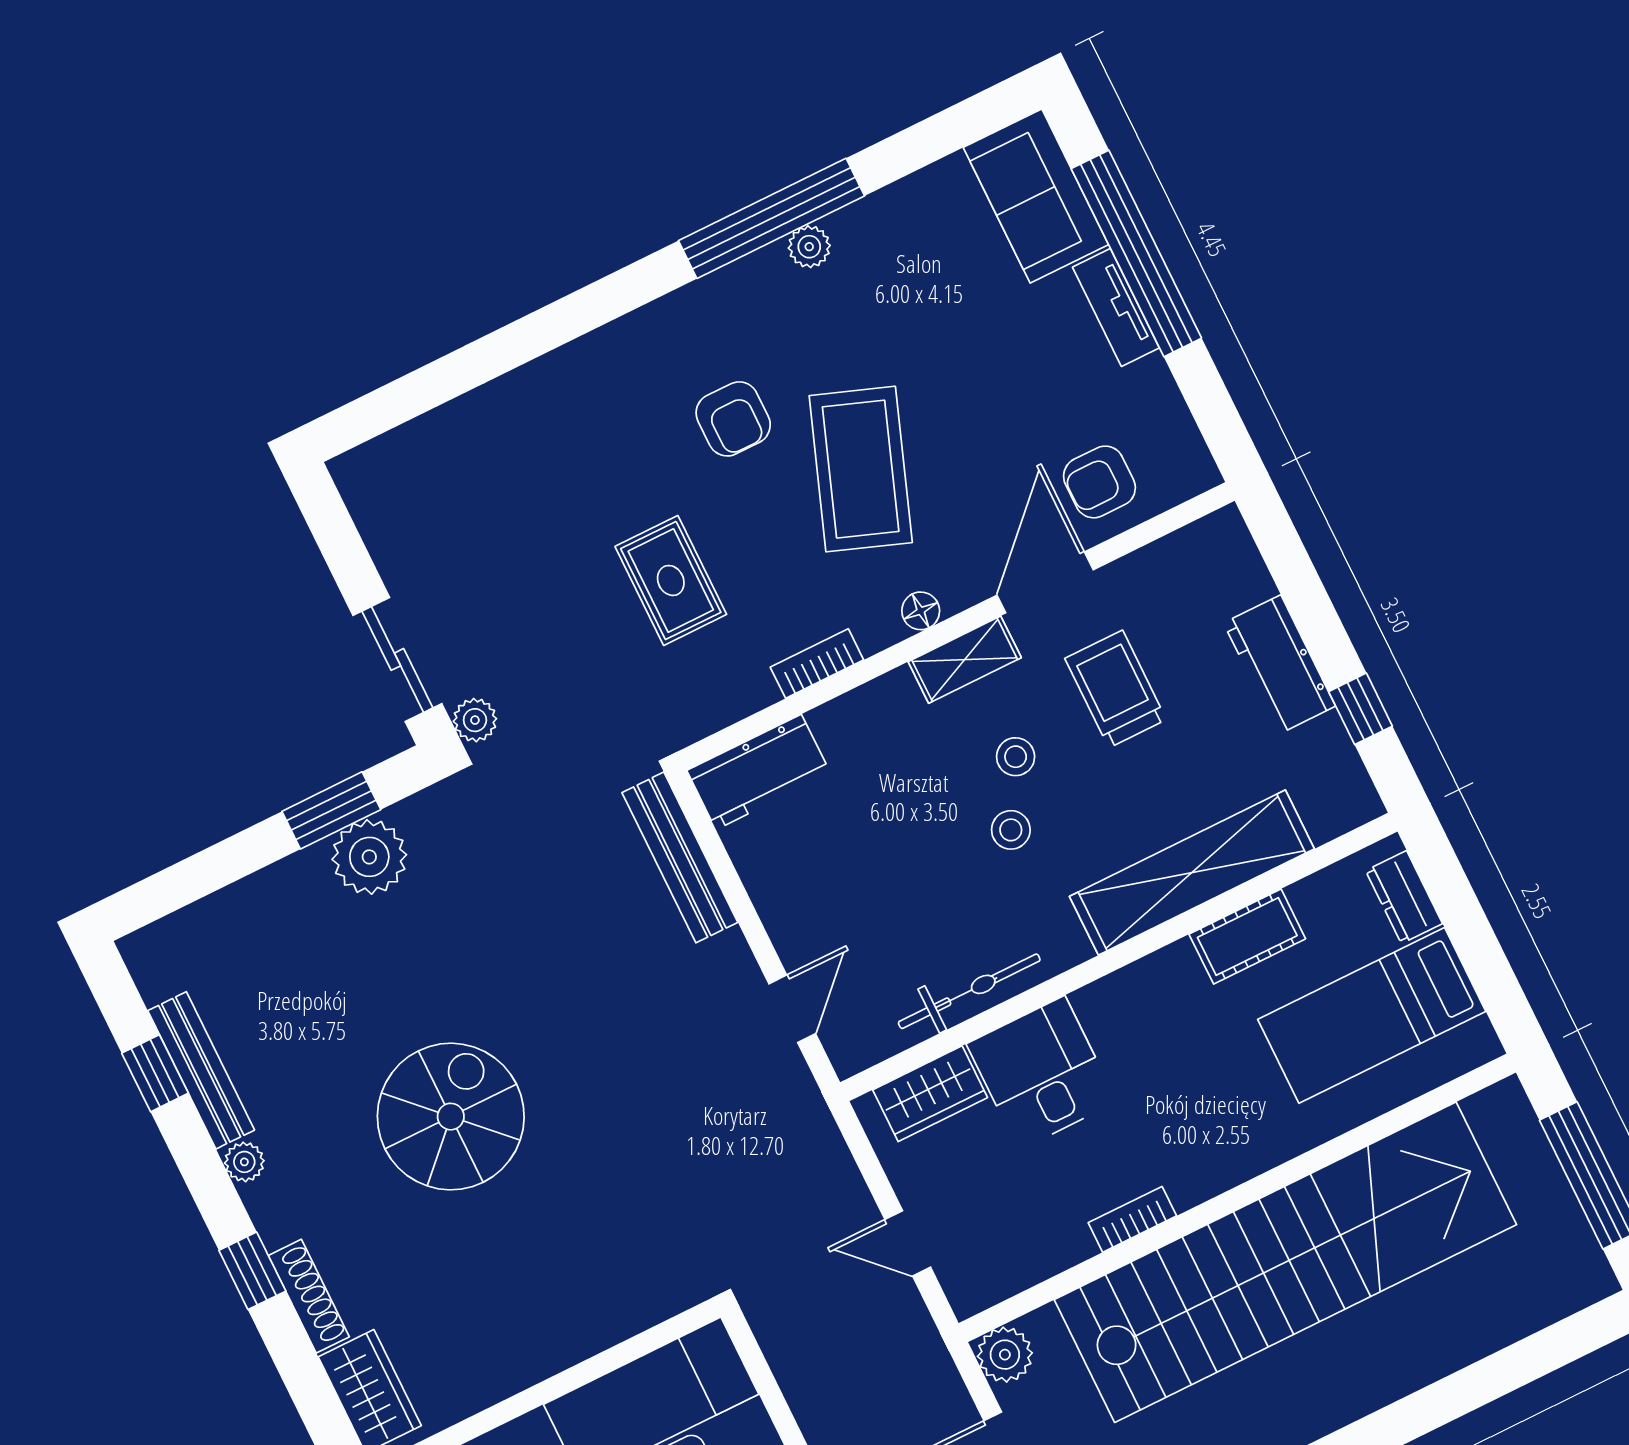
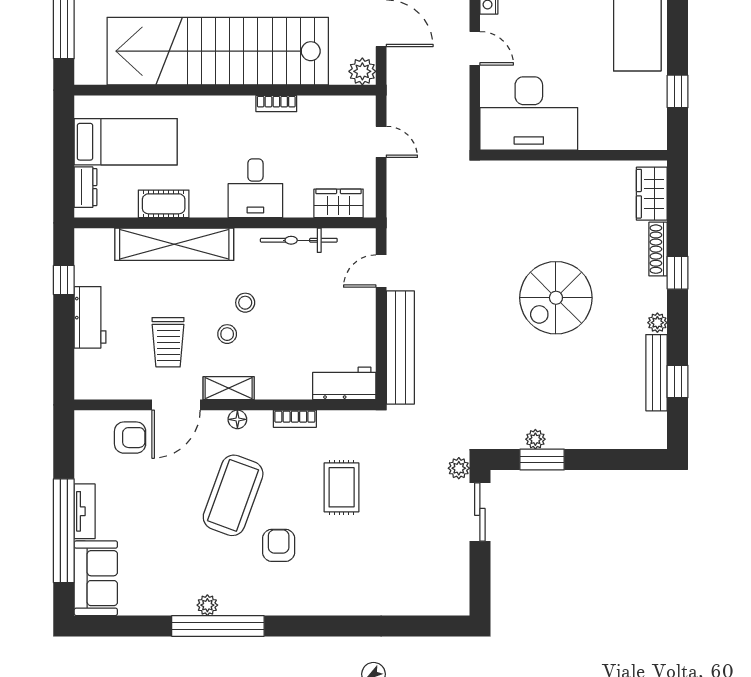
plant: (369, 857) -> (535, 439), width x0.53, depth x0.53
bench: (680, 857) -> (400, 347), width x1.37, depth x1.21
desk: (1042, 1073) -> (255, 188), moved

